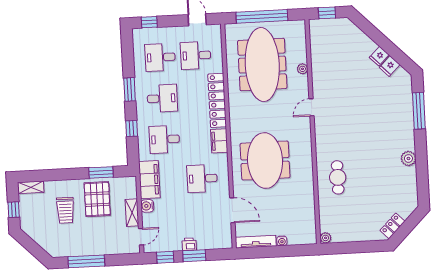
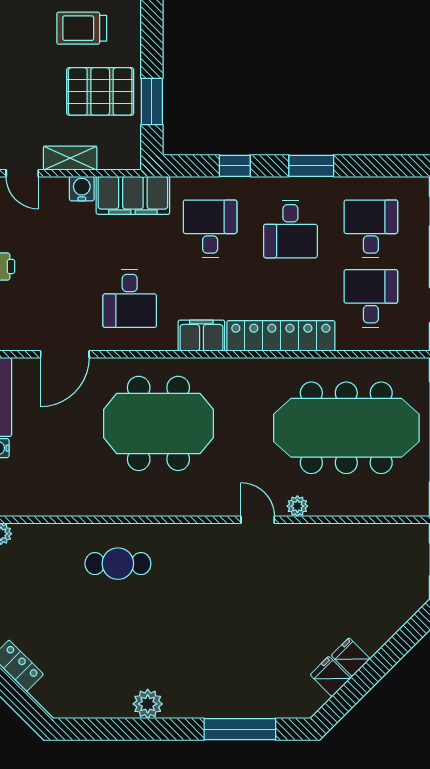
plant: (303, 69) -> (297, 506), moved
desk: (202, 179) -> (130, 299), turned 180

